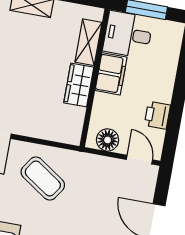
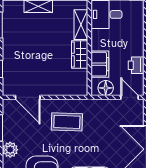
filing cabinet: (111, 74) -> (100, 64), moved
coffee table: (43, 178) -> (67, 122), turned -32

